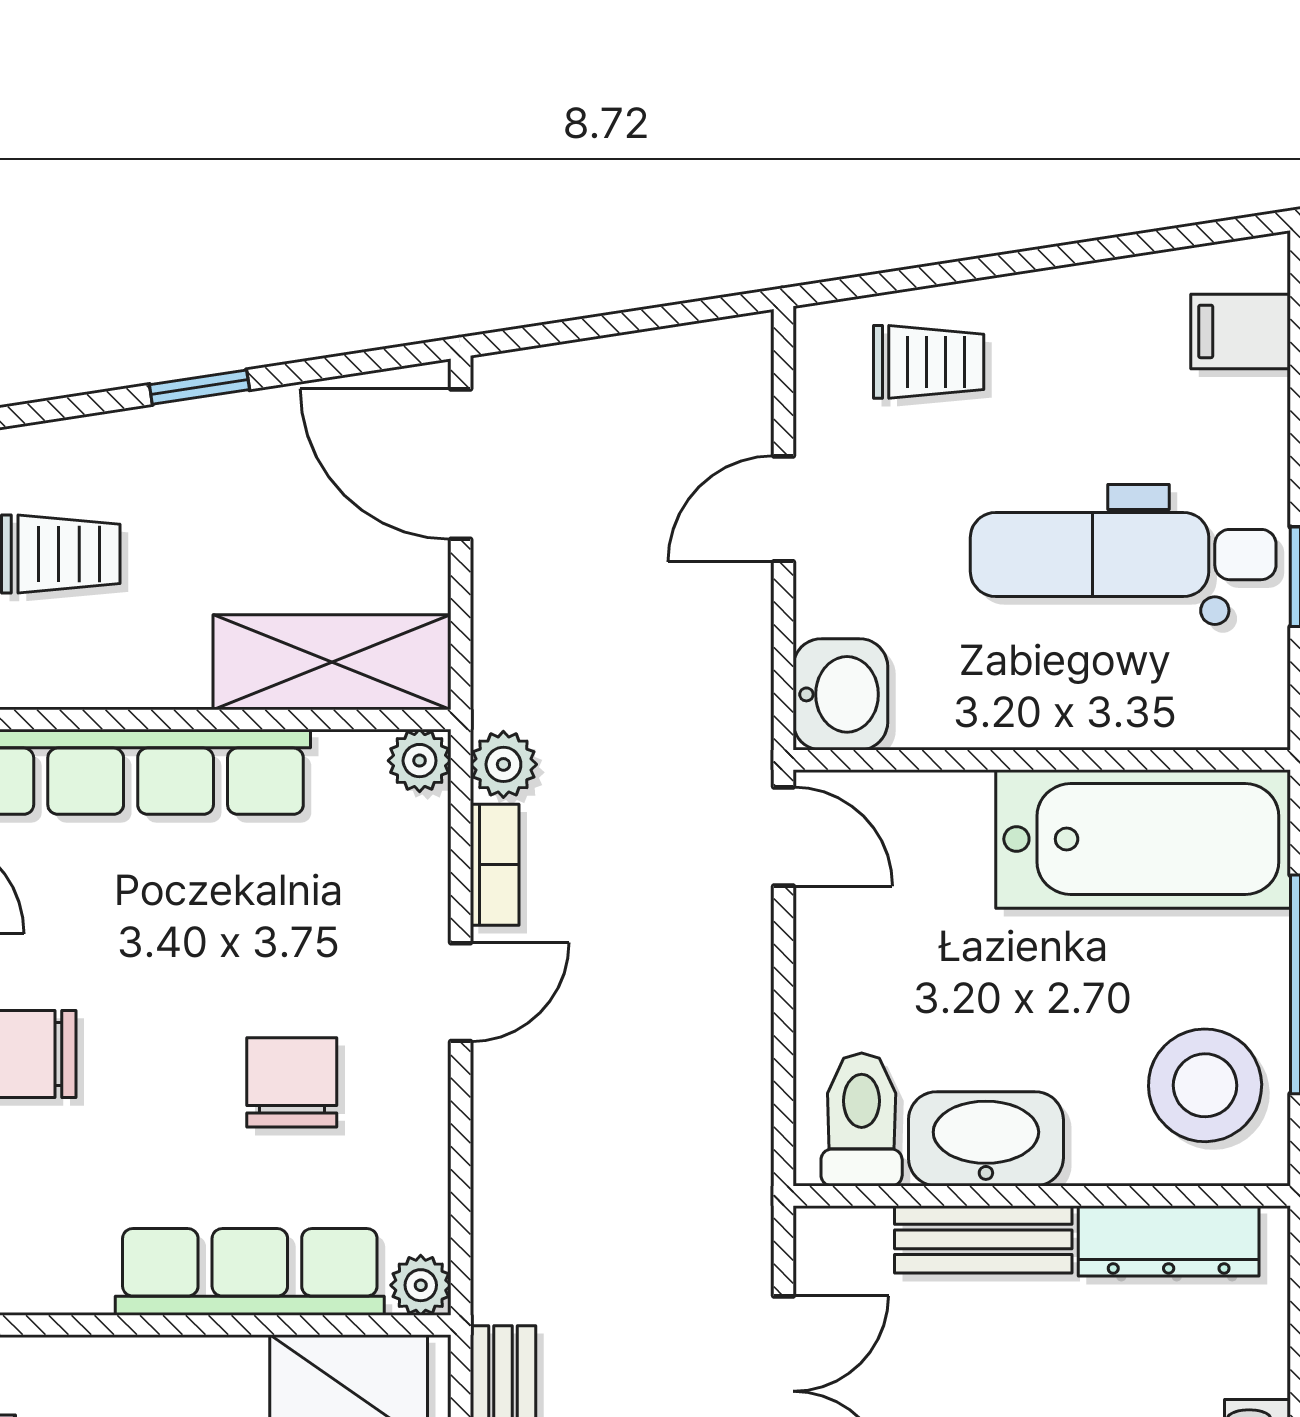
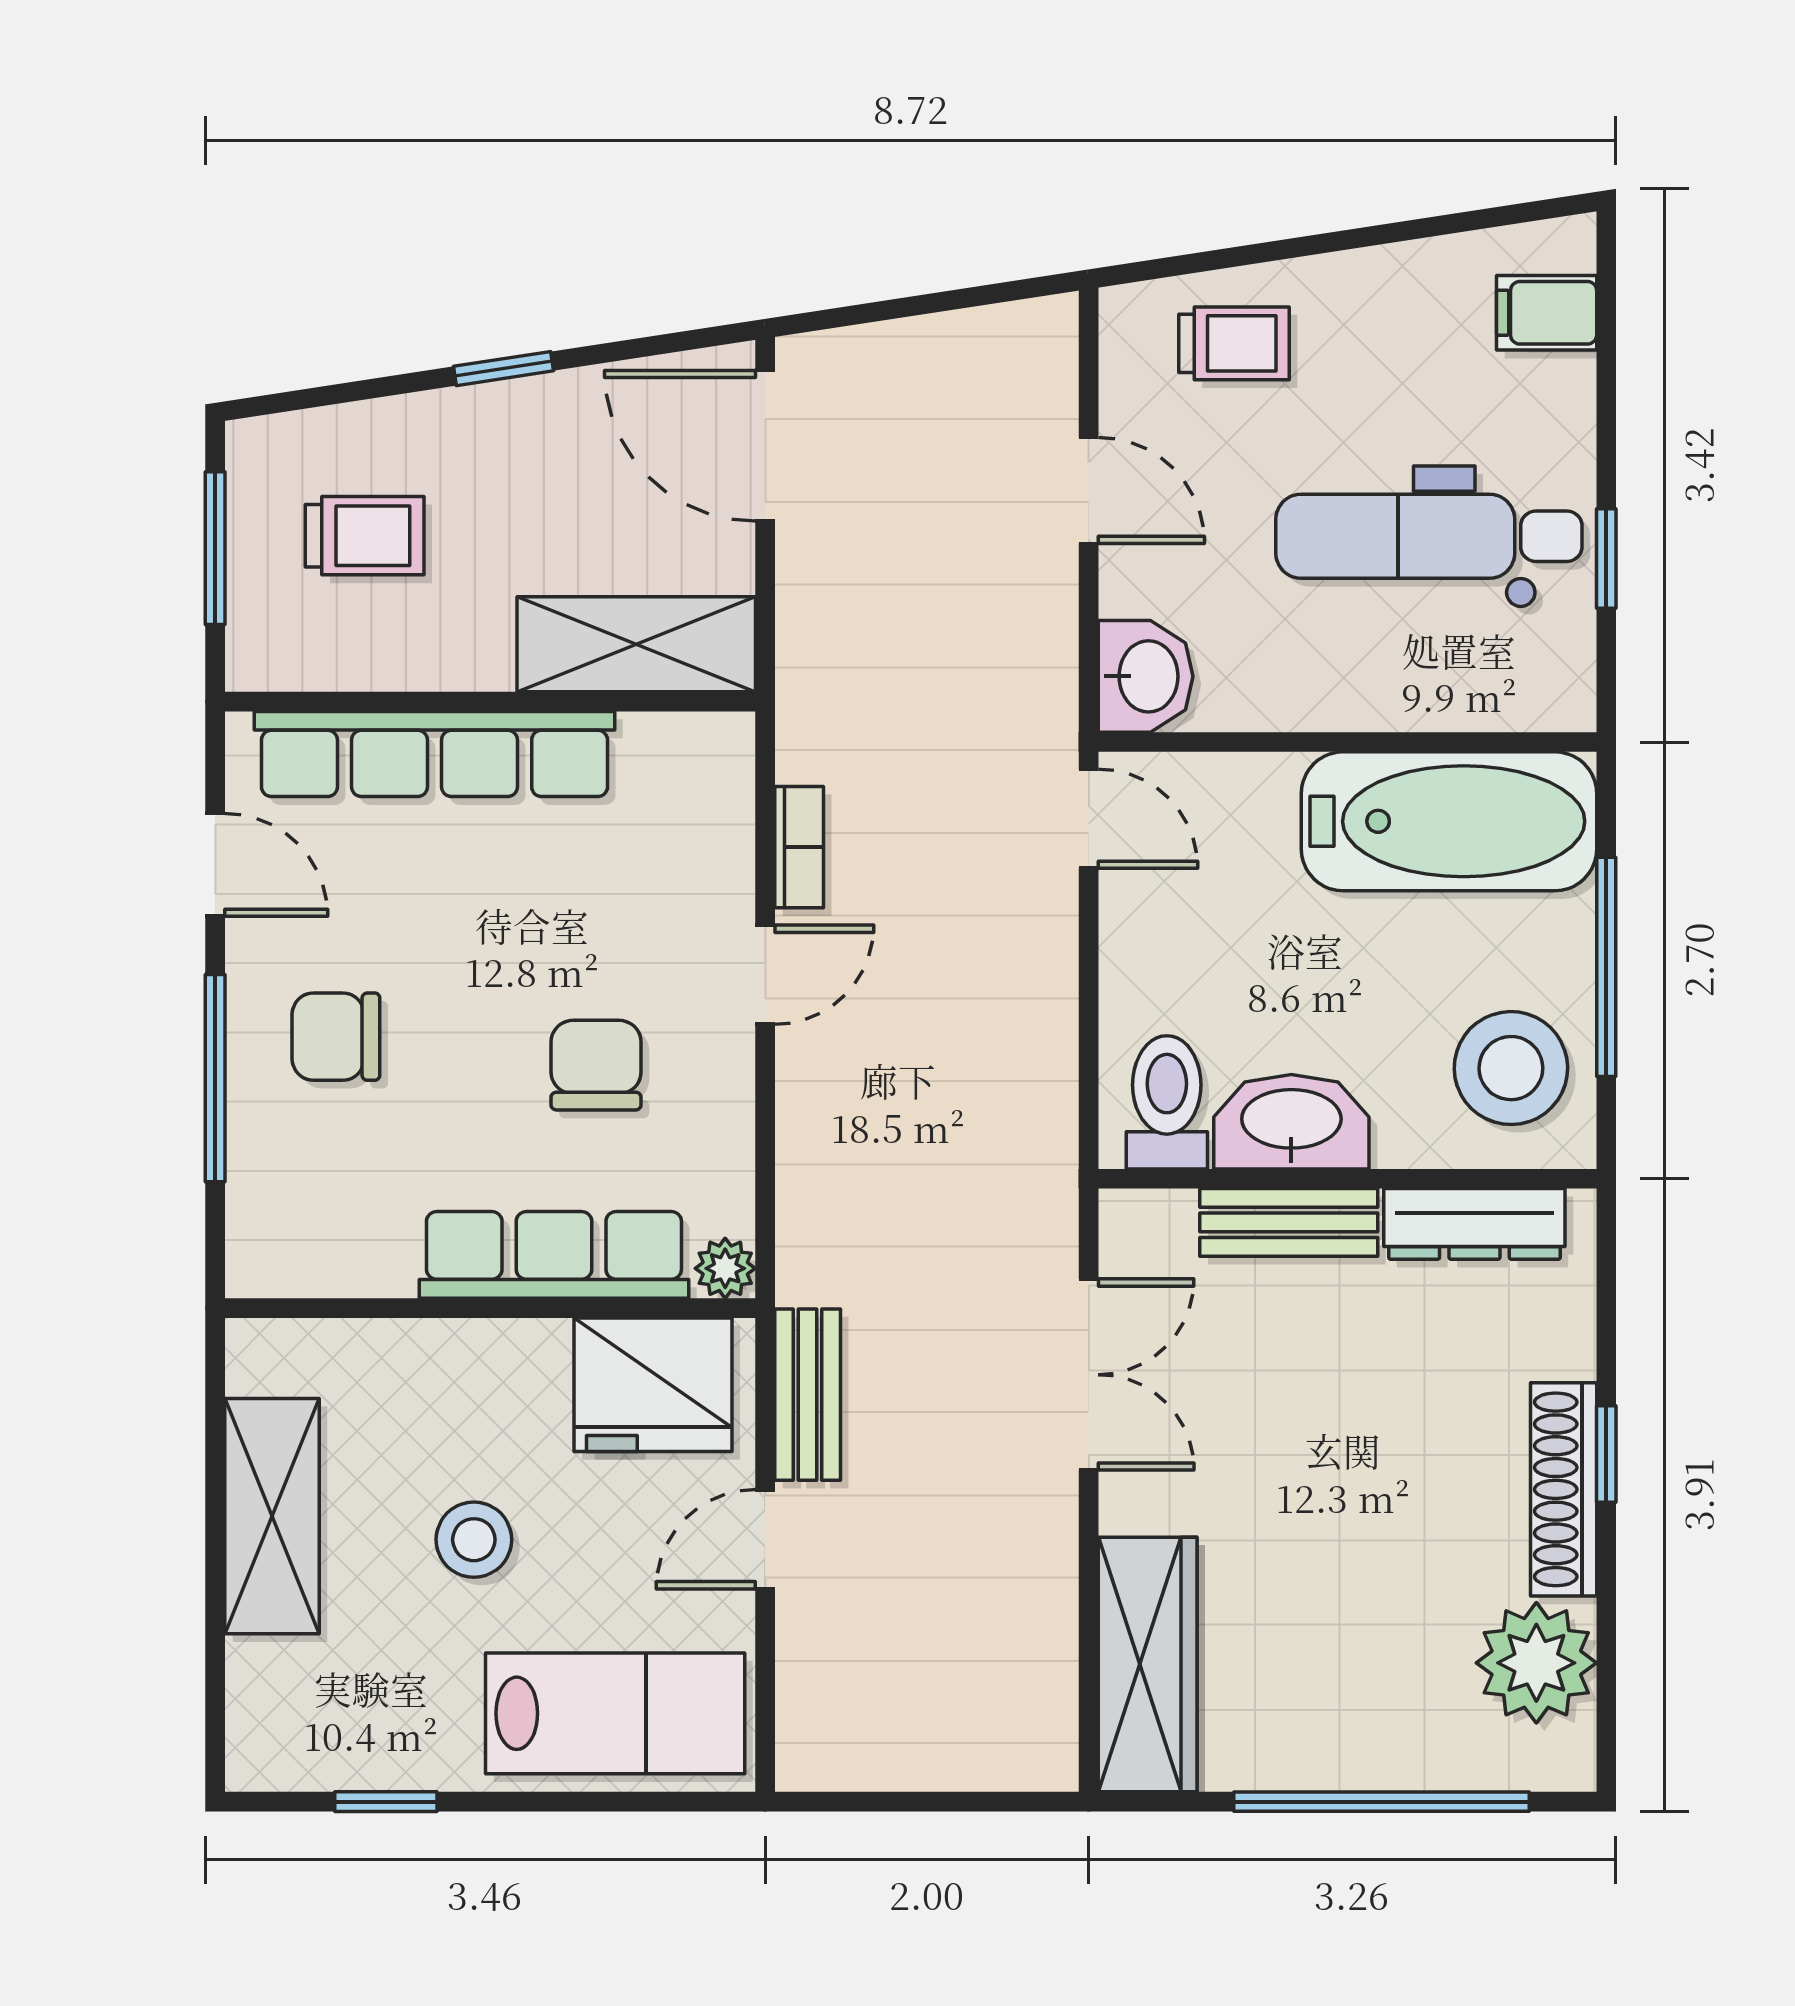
door: (783, 509) -> (1089, 490), swing flipped
plant: (420, 761) -> (724, 743), removed
plant: (503, 764) -> (808, 747), removed

